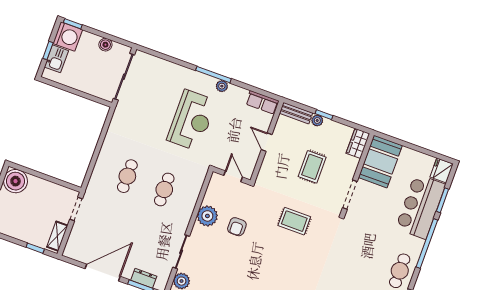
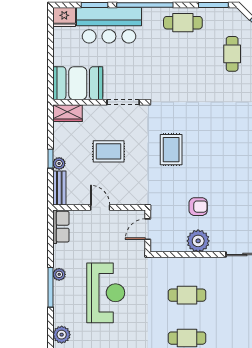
plant: (169, 69) -> (62, 335), added
reception desk: (192, 120) -> (106, 293), turned 90
door: (267, 142) -> (100, 207), swing flipped

